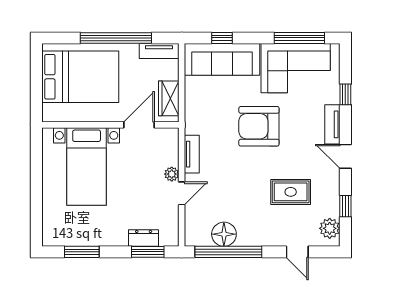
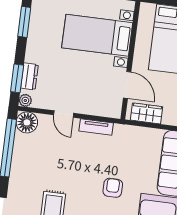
armchair: (259, 126) -> (113, 188), width x0.53, depth x0.53
plant: (172, 174) -> (25, 100), moved
floor lamp: (224, 234) -> (27, 122), moved

